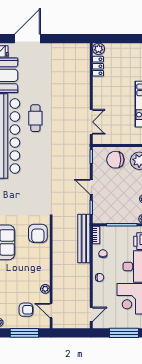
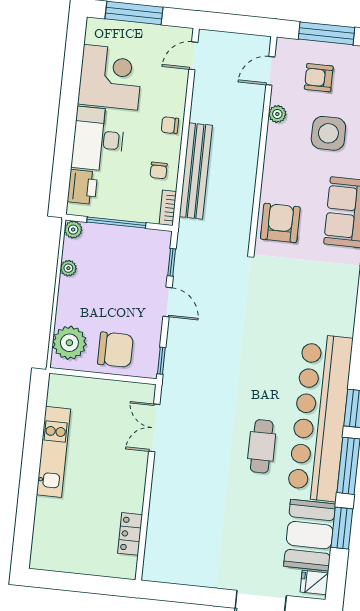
plant: (99, 49) -> (125, 567), removed
bench: (84, 238) -> (196, 171), moved
side table: (18, 282) -> (328, 133), added
door: (51, 311) -> (270, 71), swing flipped

